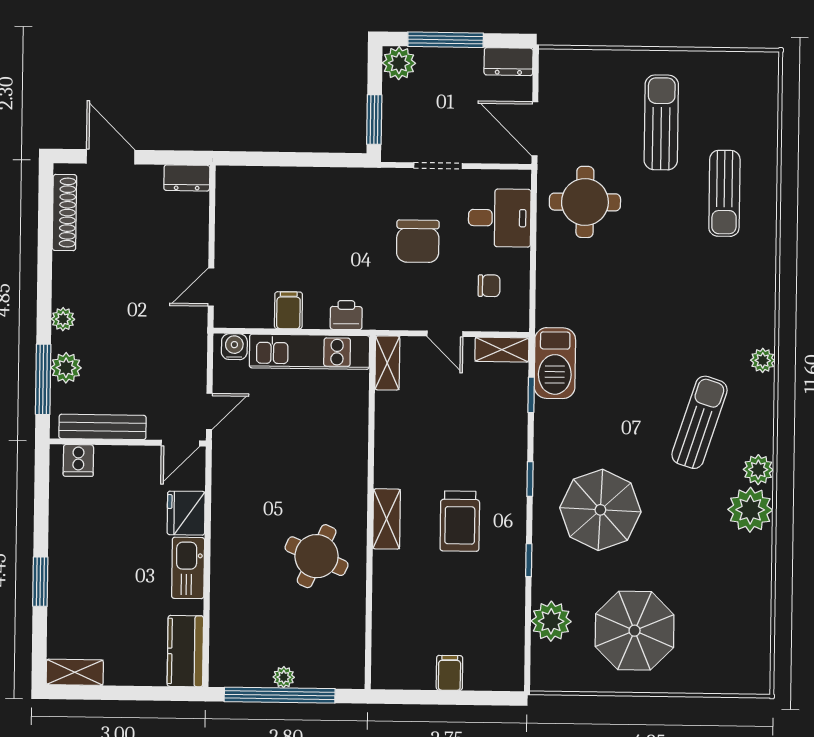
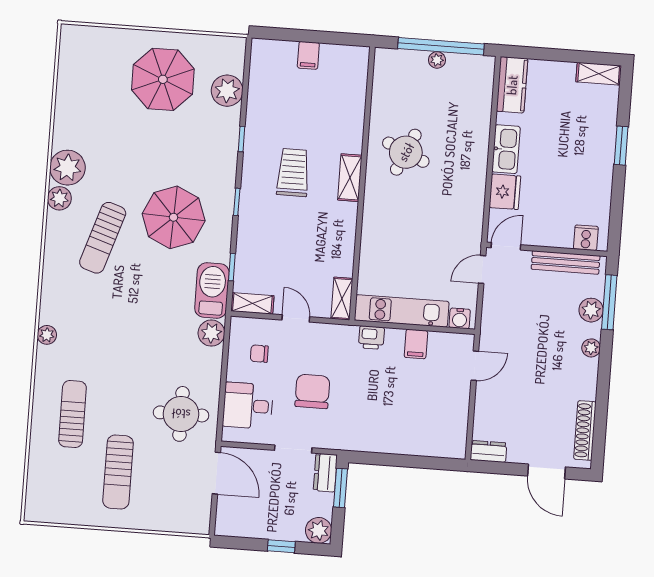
window: (446, 40) -> (281, 546), width x0.46
dresser: (509, 62) -> (325, 473), moved, turned -90
plant: (552, 308) -> (211, 333), added
plant: (763, 360) -> (47, 335), moved
parasol: (600, 510) -> (174, 217), moved

